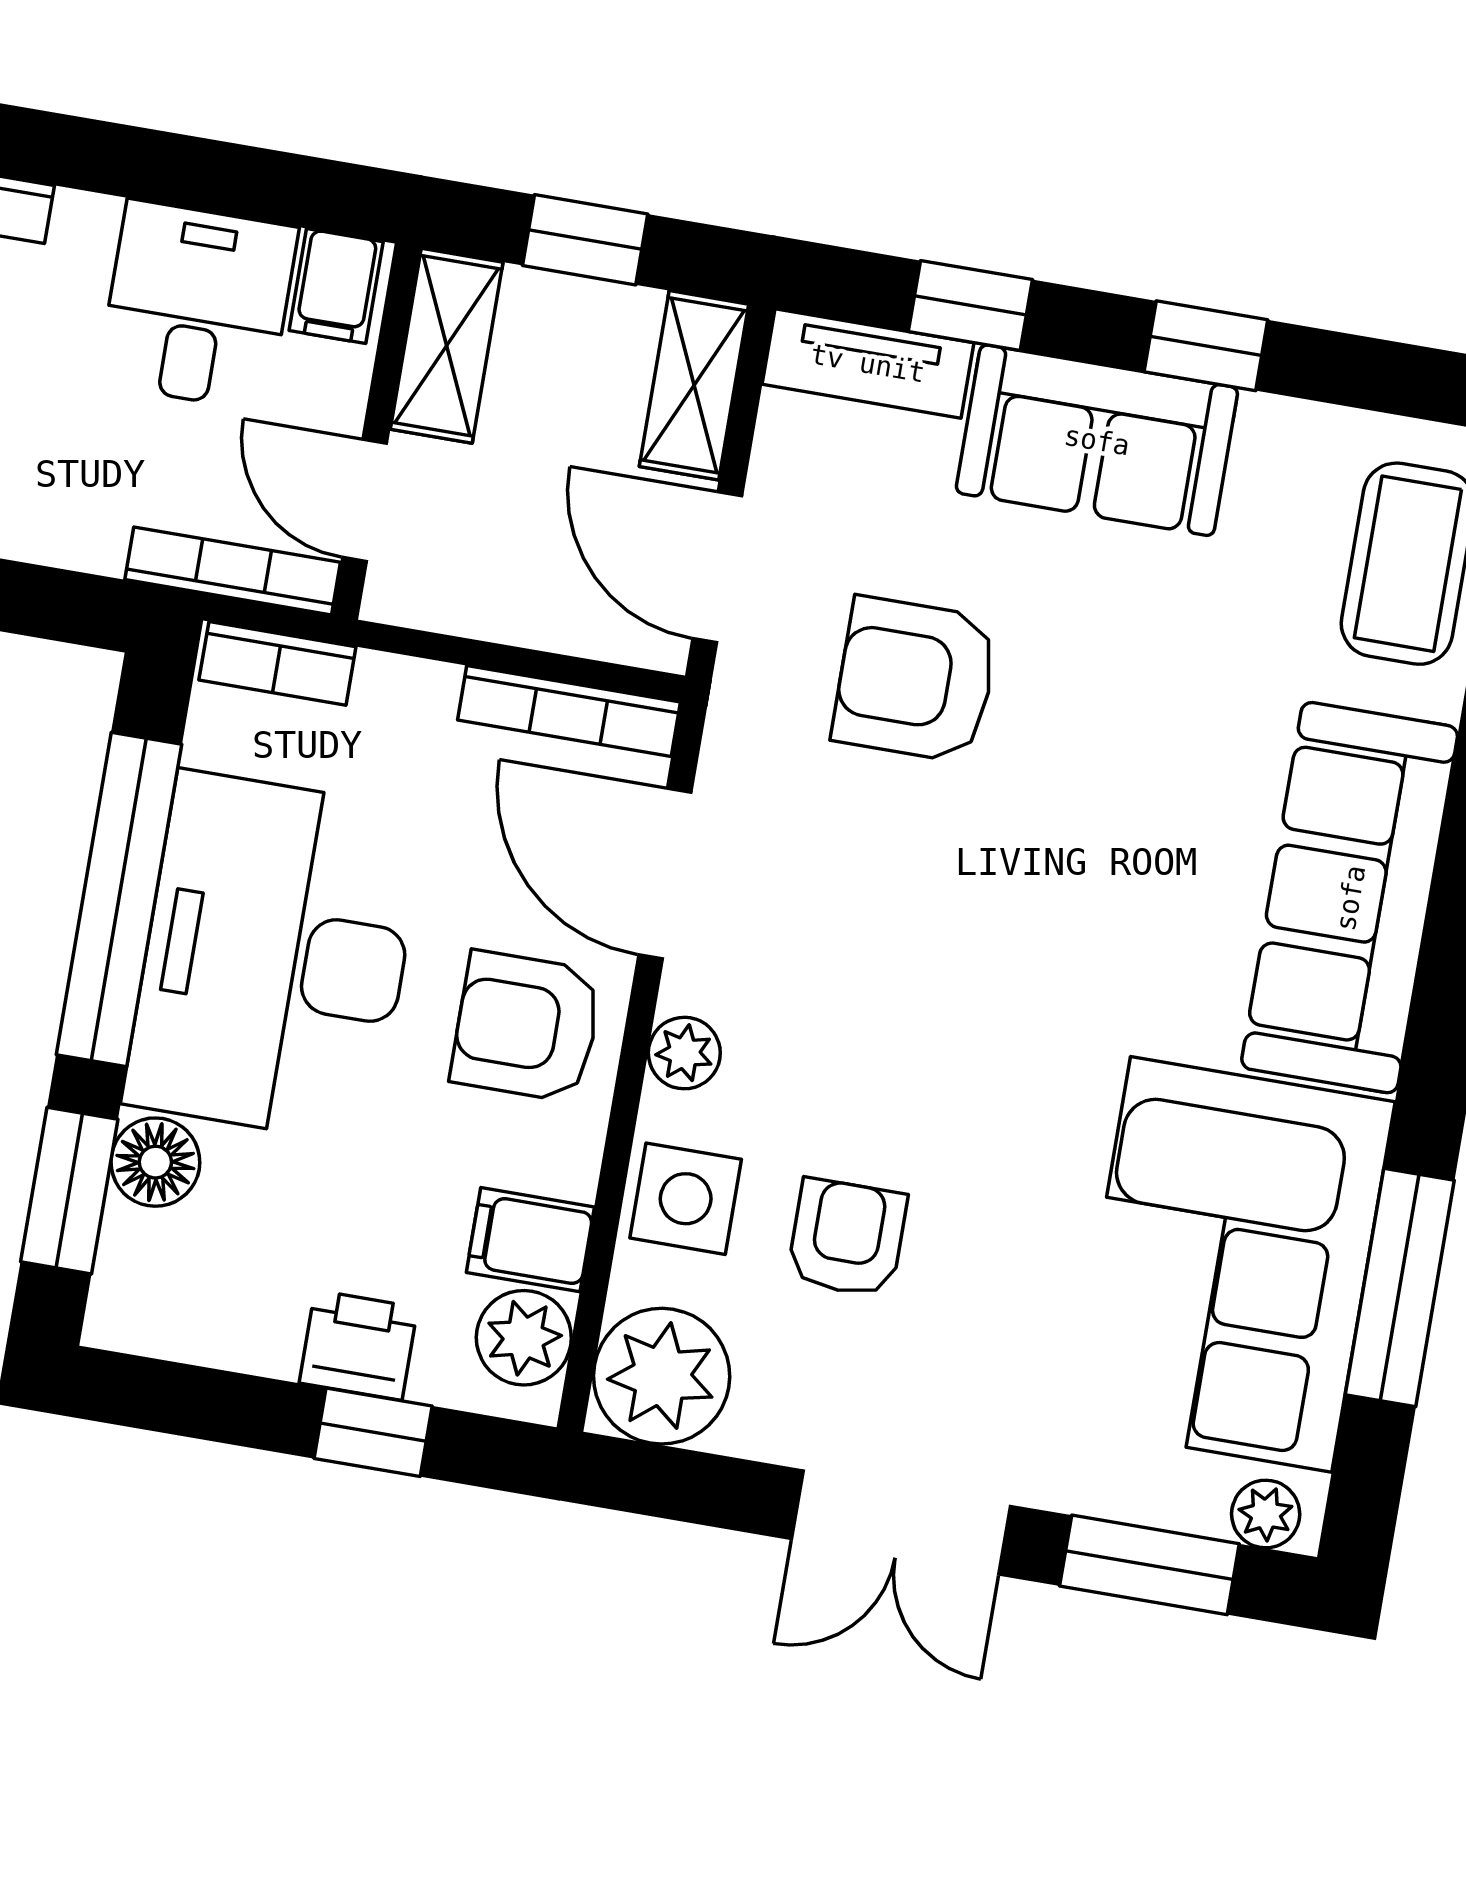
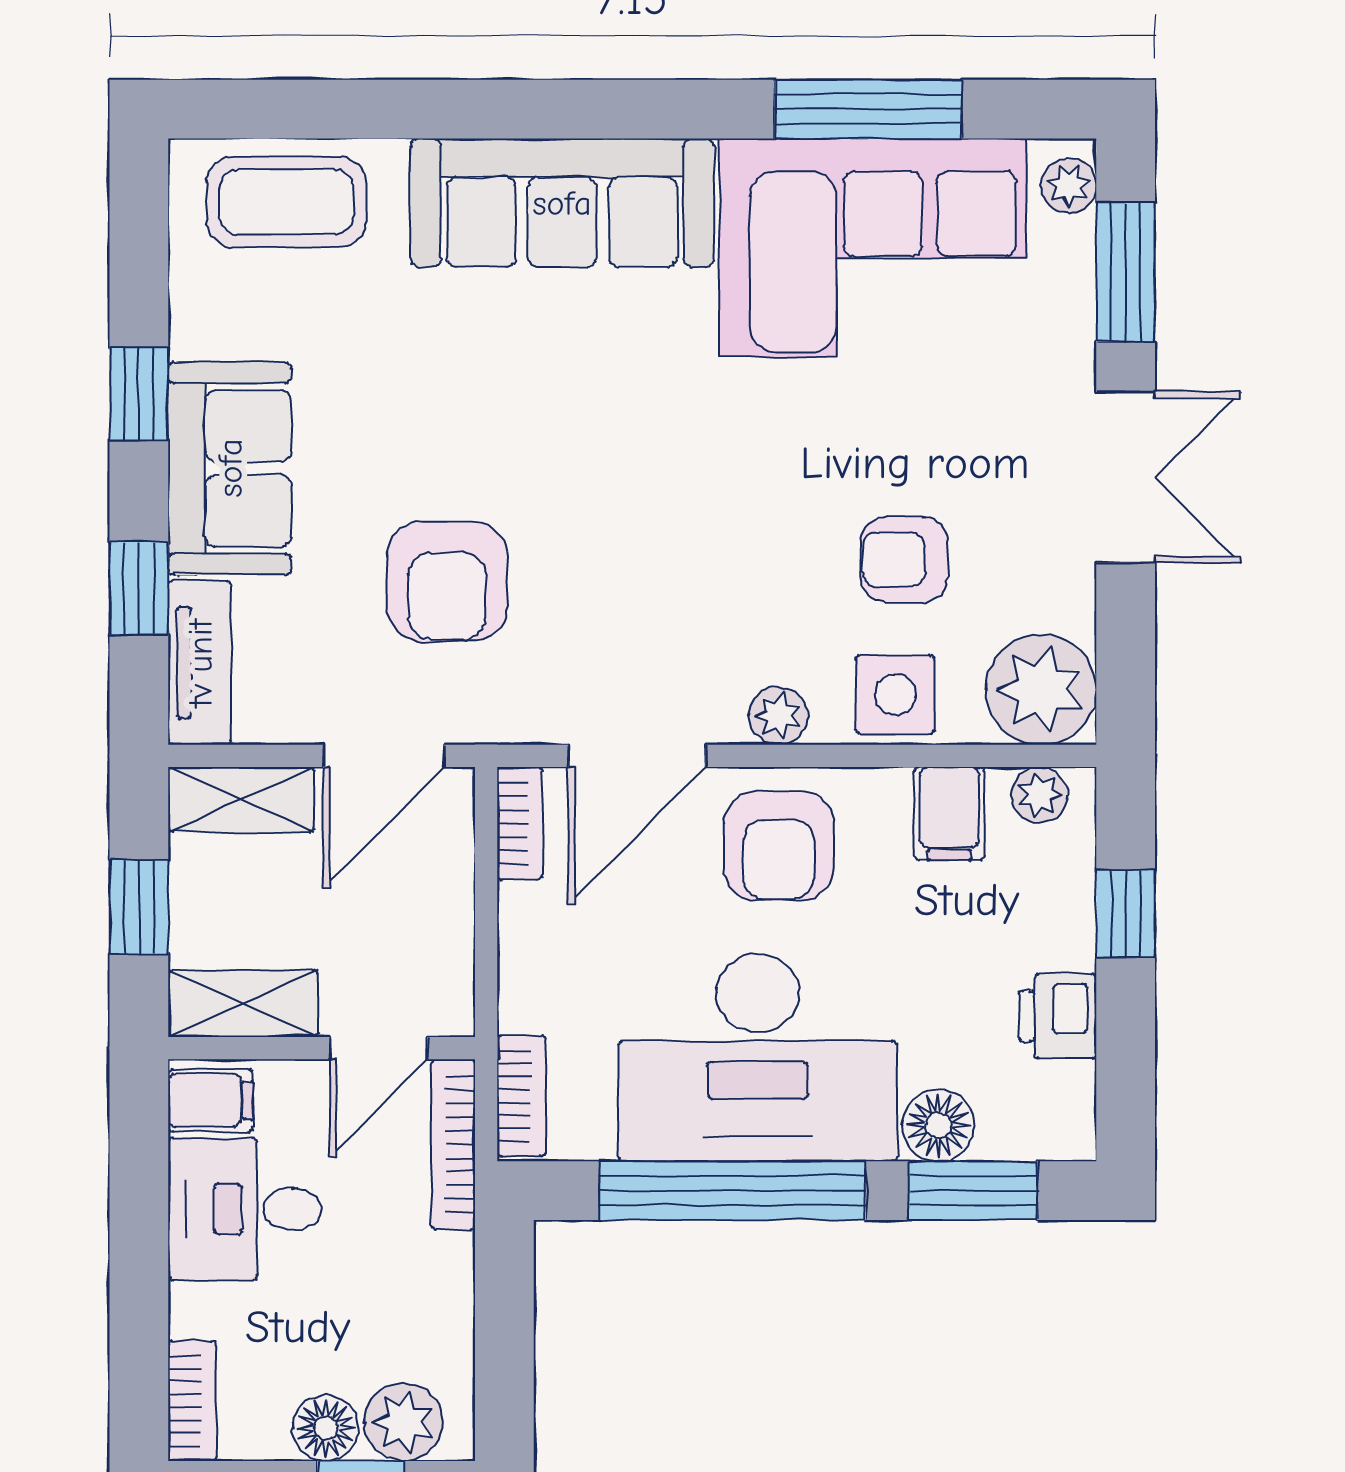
bookcase: (569, 711) -> (520, 823), width x0.64
plant: (524, 1338) -> (1039, 795), width x0.73, depth x0.73
printer: (358, 1345) -> (1058, 1016), moved

